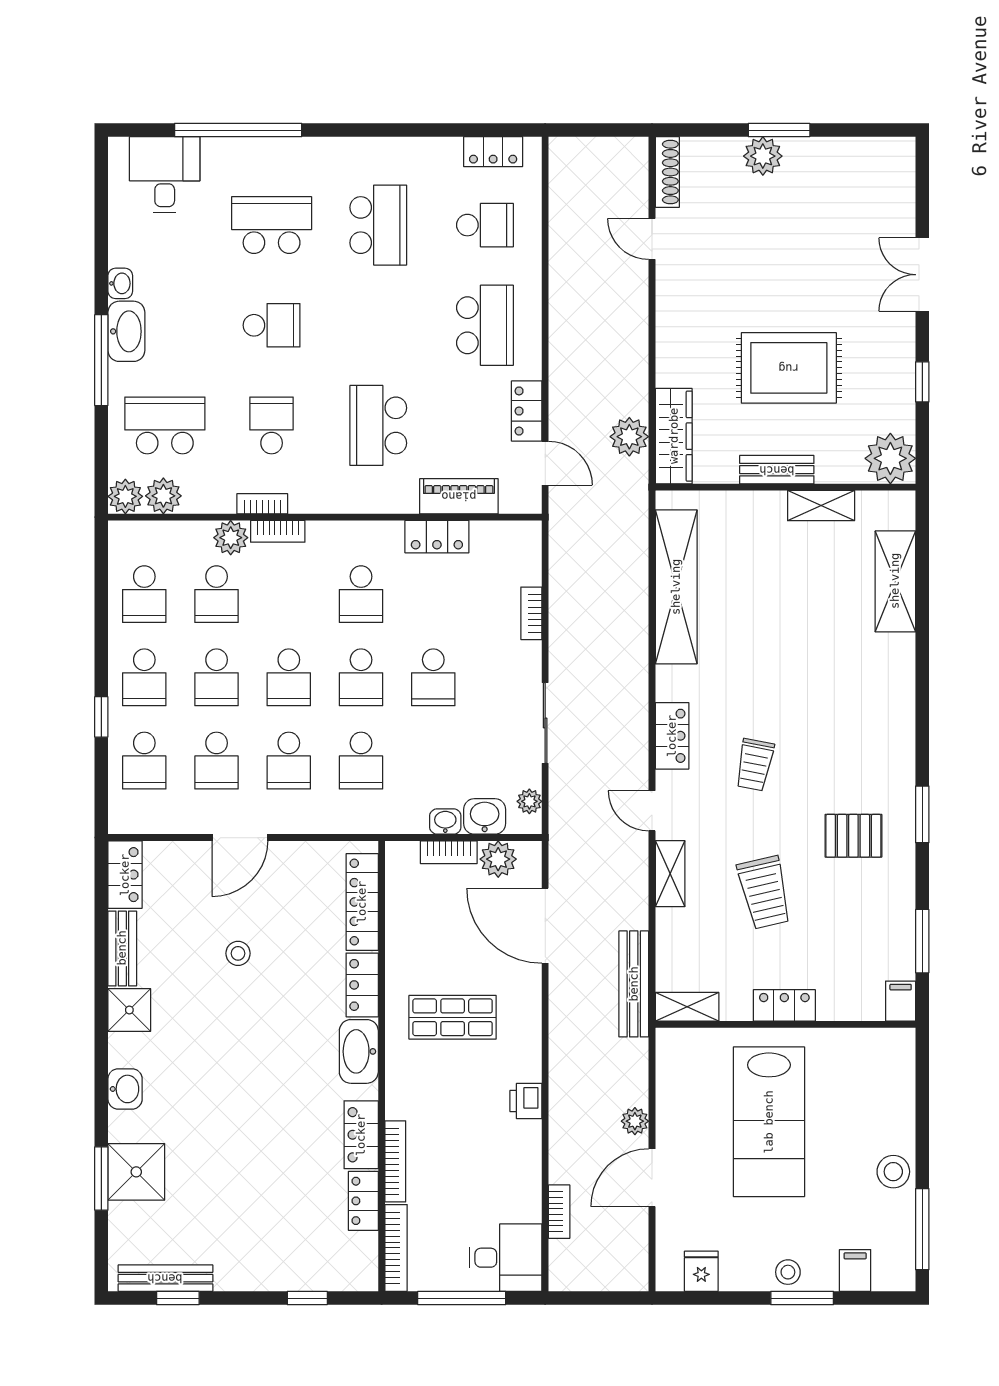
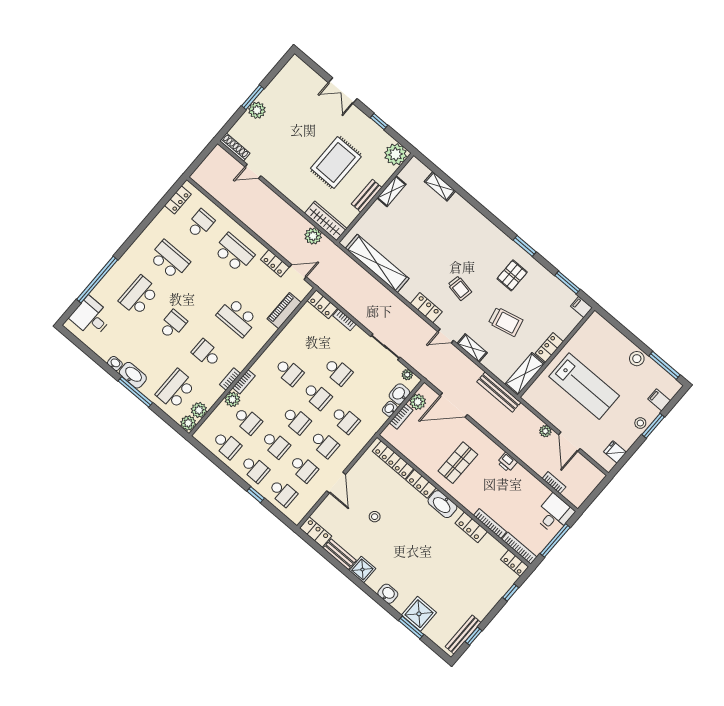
locker: (437, 537) -> (322, 304), moved, turned 90
shelving: (895, 581) -> (440, 186), width x0.67, depth x0.75
shelving: (687, 1007) -> (525, 374), width x1.50, depth x1.33
locker: (363, 1201) -> (515, 563), moved

